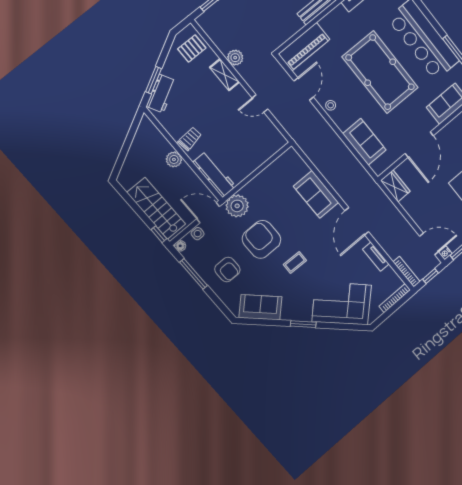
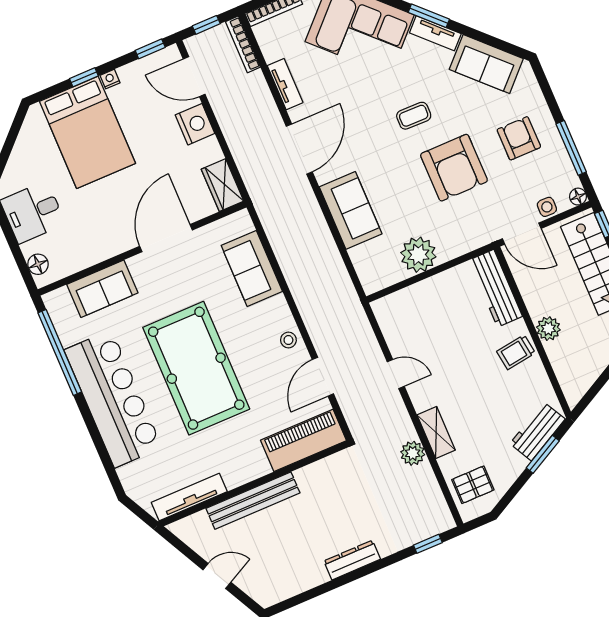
plant: (237, 206) -> (418, 255), moved
nightstand: (445, 253) -> (195, 124), moved, width x1.89, depth x1.79
tv unit: (296, 315) -> (435, 33), added

